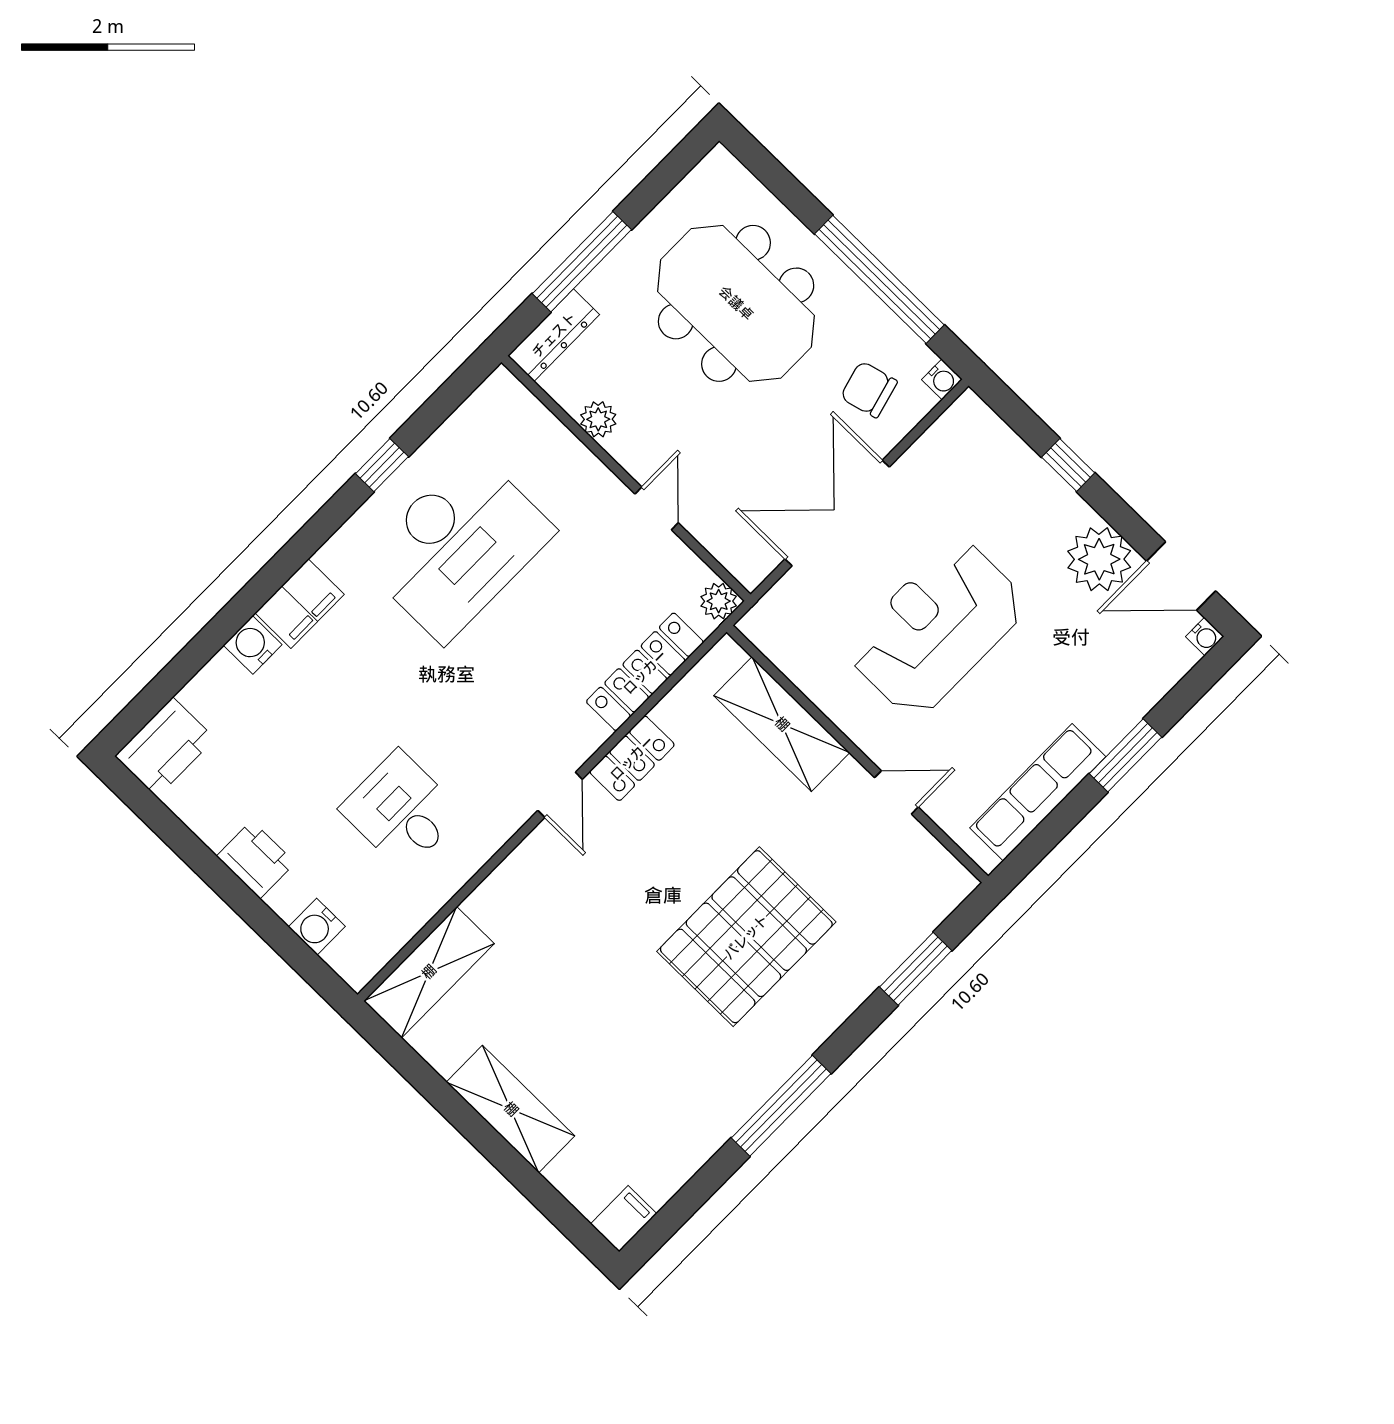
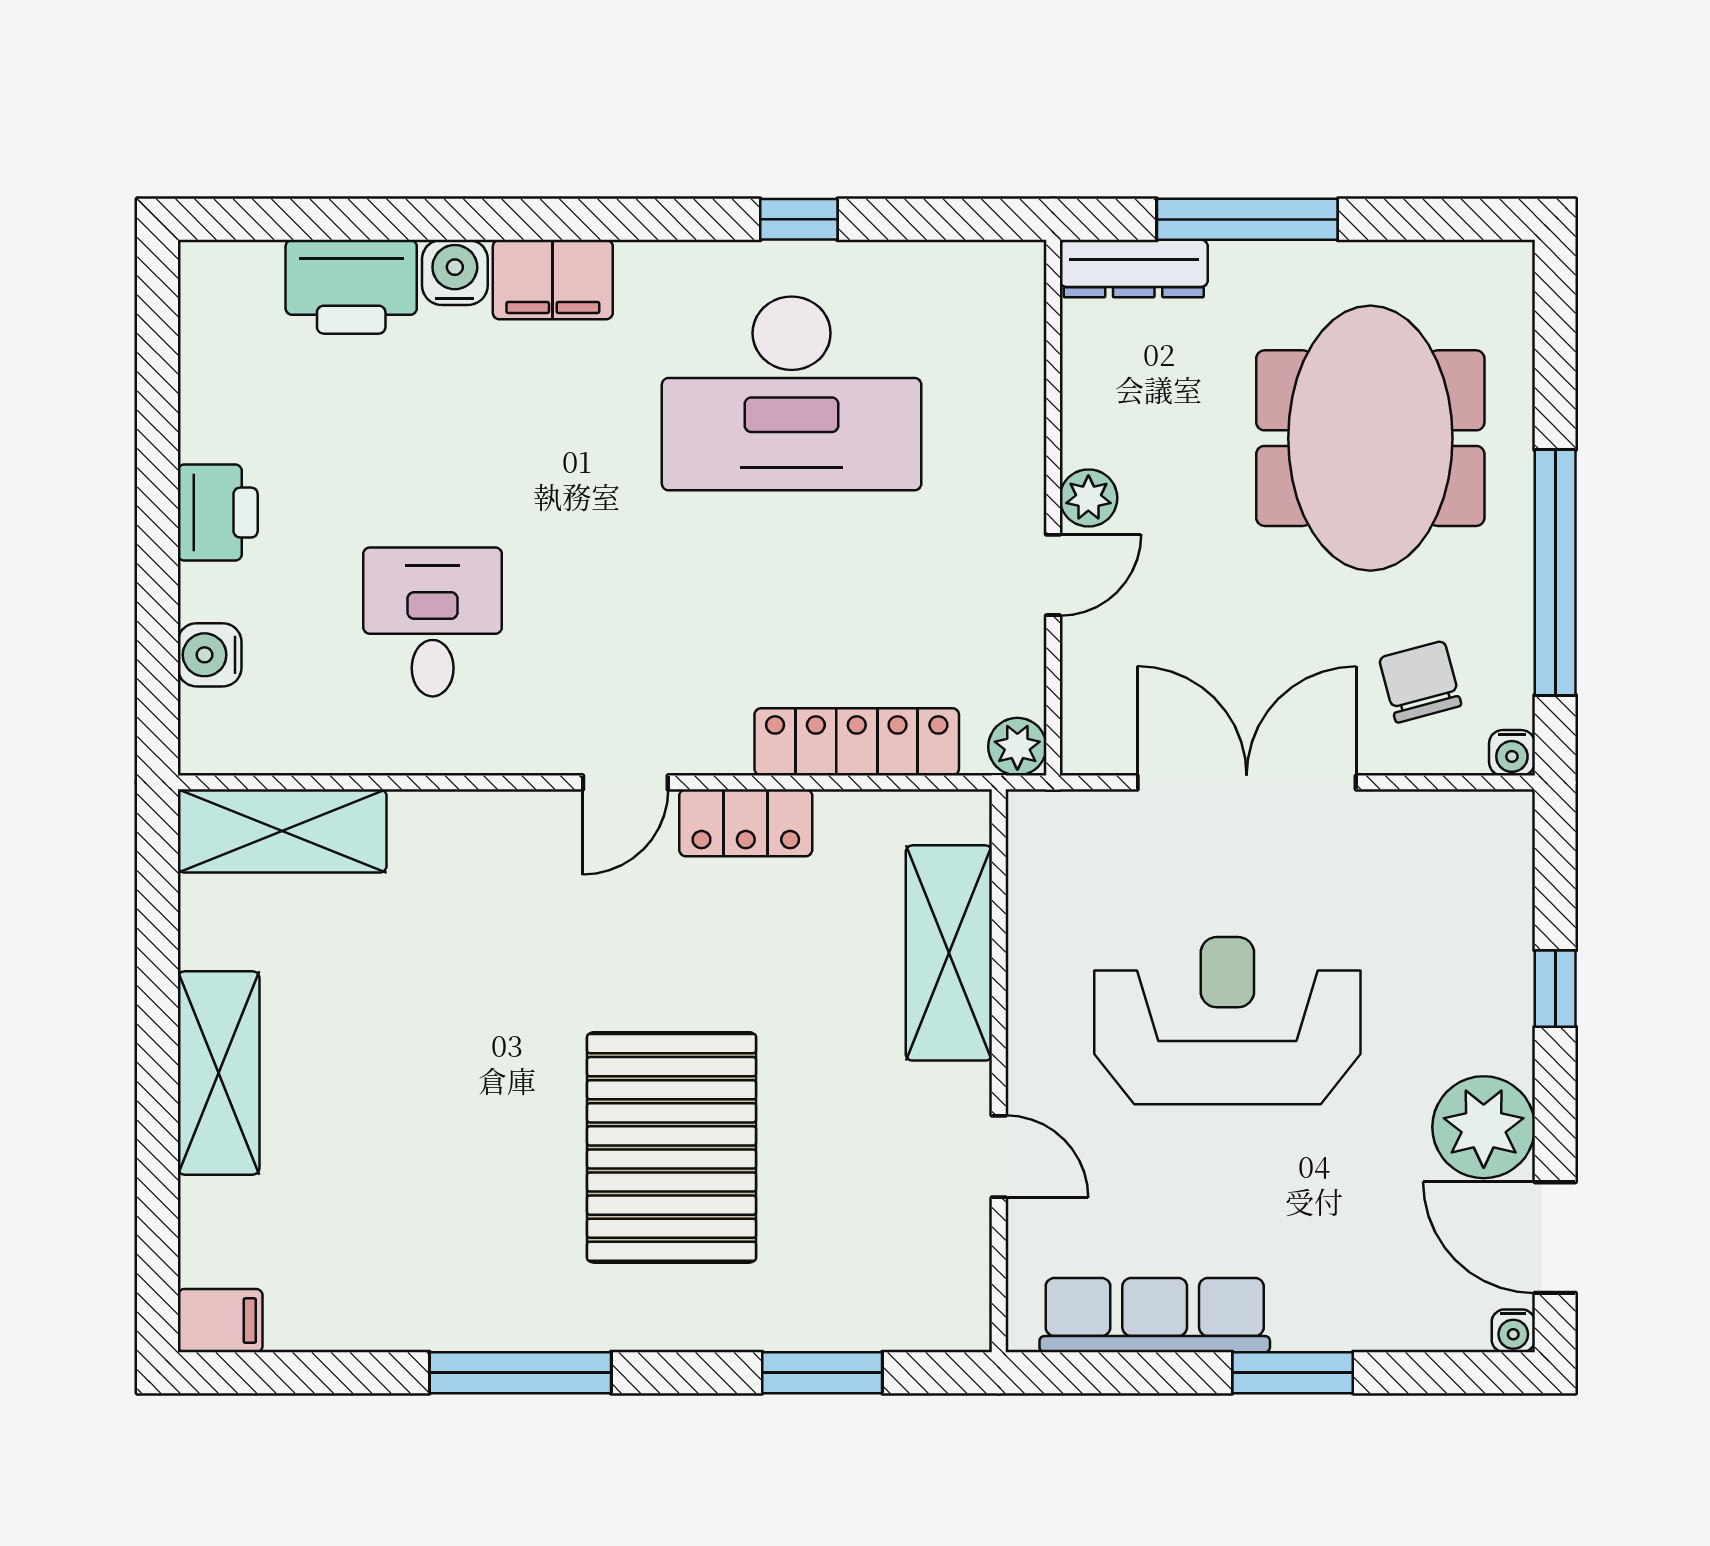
plant: (598, 419) -> (1088, 498), moved
printer: (165, 747) -> (351, 287), moved
pallet: (746, 937) -> (672, 1147), turned 90

